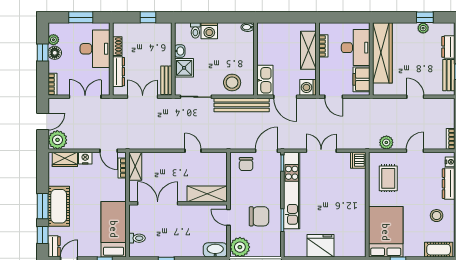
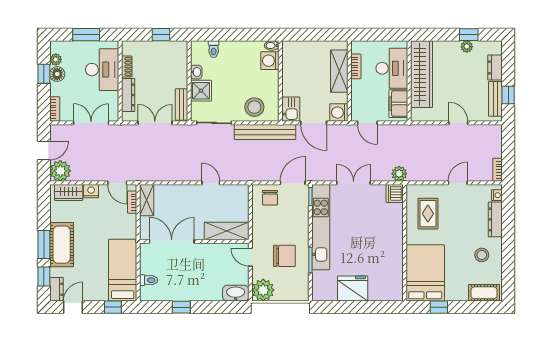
washing machine: (209, 31) -> (270, 61), moved, turned 90
kitchen sink: (265, 80) -> (291, 109), width x0.73
plant: (386, 142) -> (399, 174), moved

